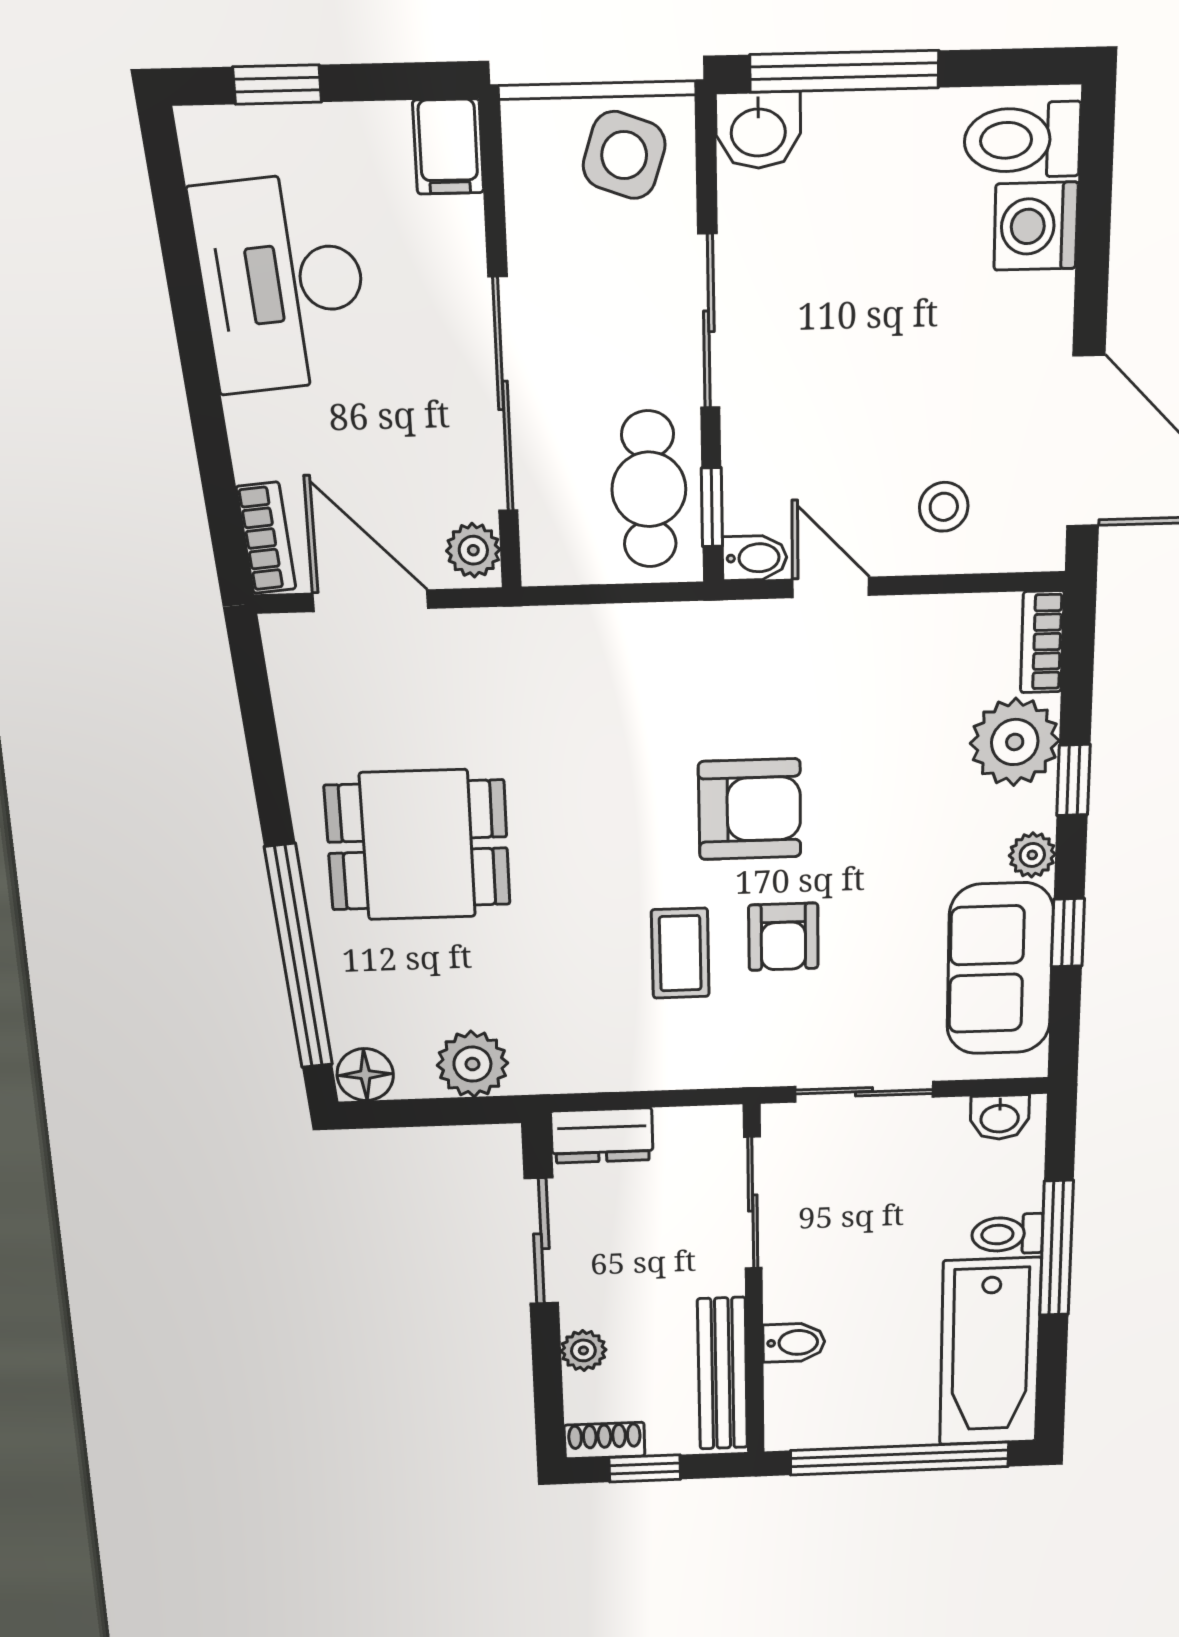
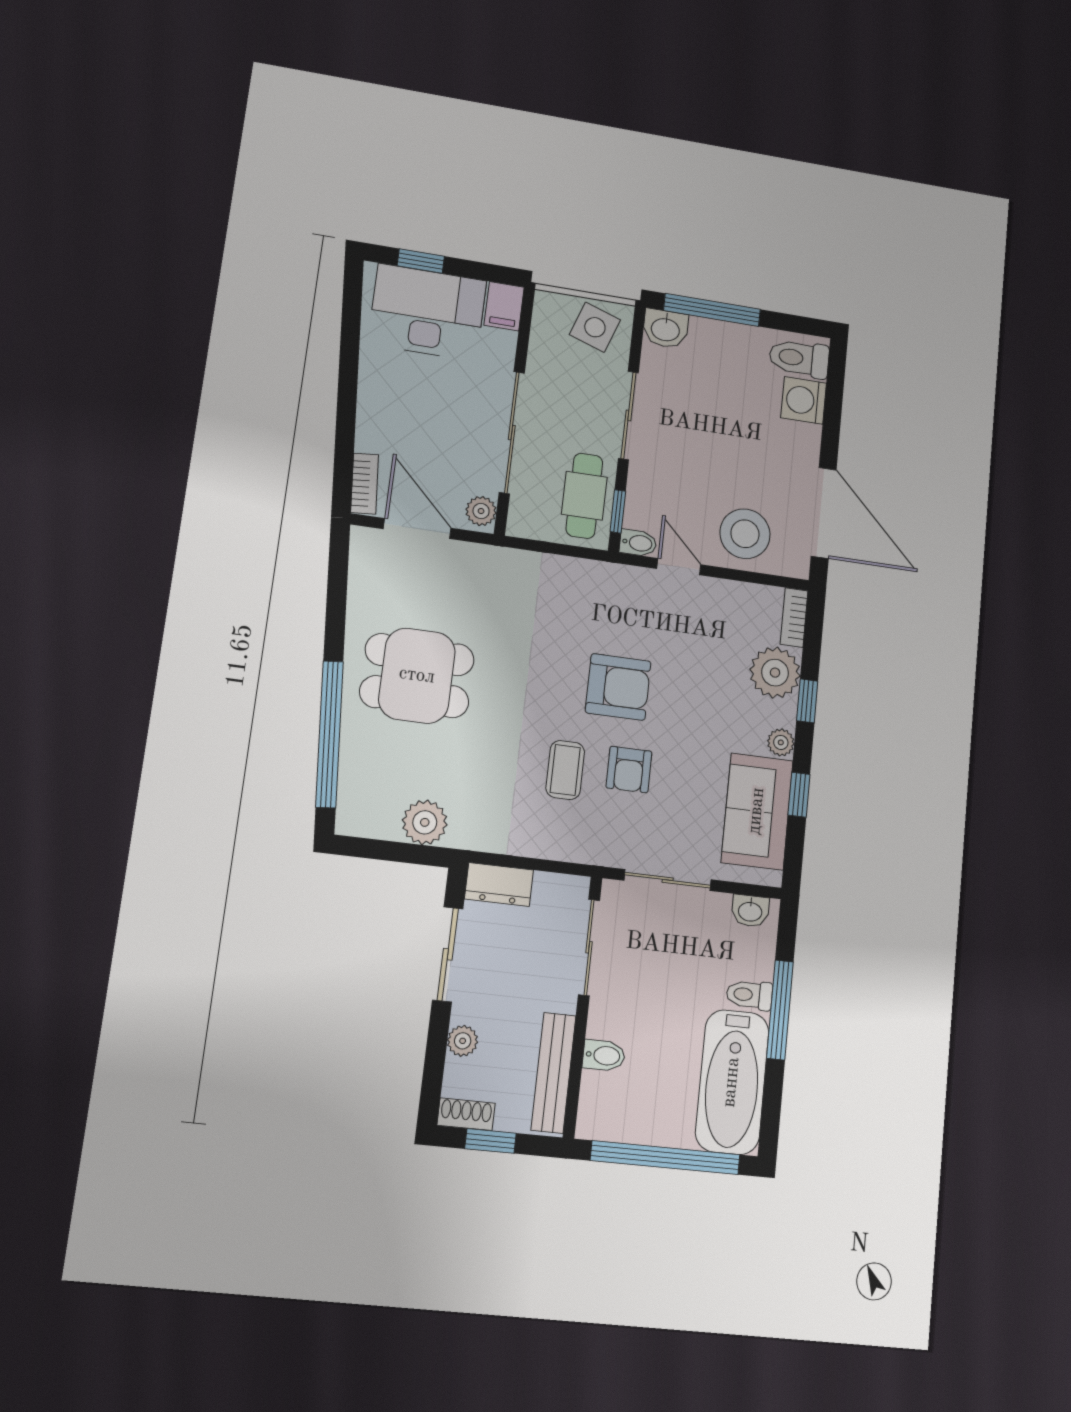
desk: (282, 283) -> (427, 312), moved, turned 95
stool: (944, 507) -> (745, 534), width x1.89, depth x1.89
floor lamp: (365, 1075) -> (355, 819), removed

